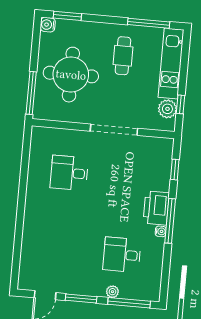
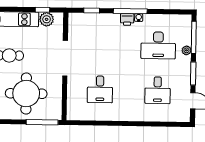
printer: (156, 208) -> (127, 19), width x0.53, depth x0.68
desk: (62, 249) -> (158, 90), added
desk: (122, 255) -> (158, 45), width x1.37

